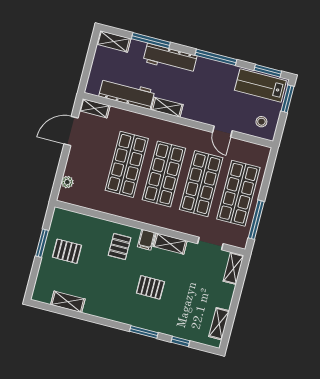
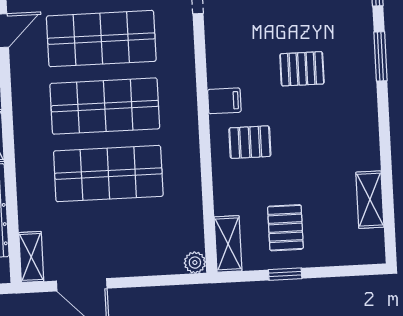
plant: (67, 182) -> (195, 263), moved
window: (42, 243) -> (285, 274), width x0.67
shelving: (170, 244) -> (228, 244), moved
pallet: (150, 287) -> (302, 69), turned 90

